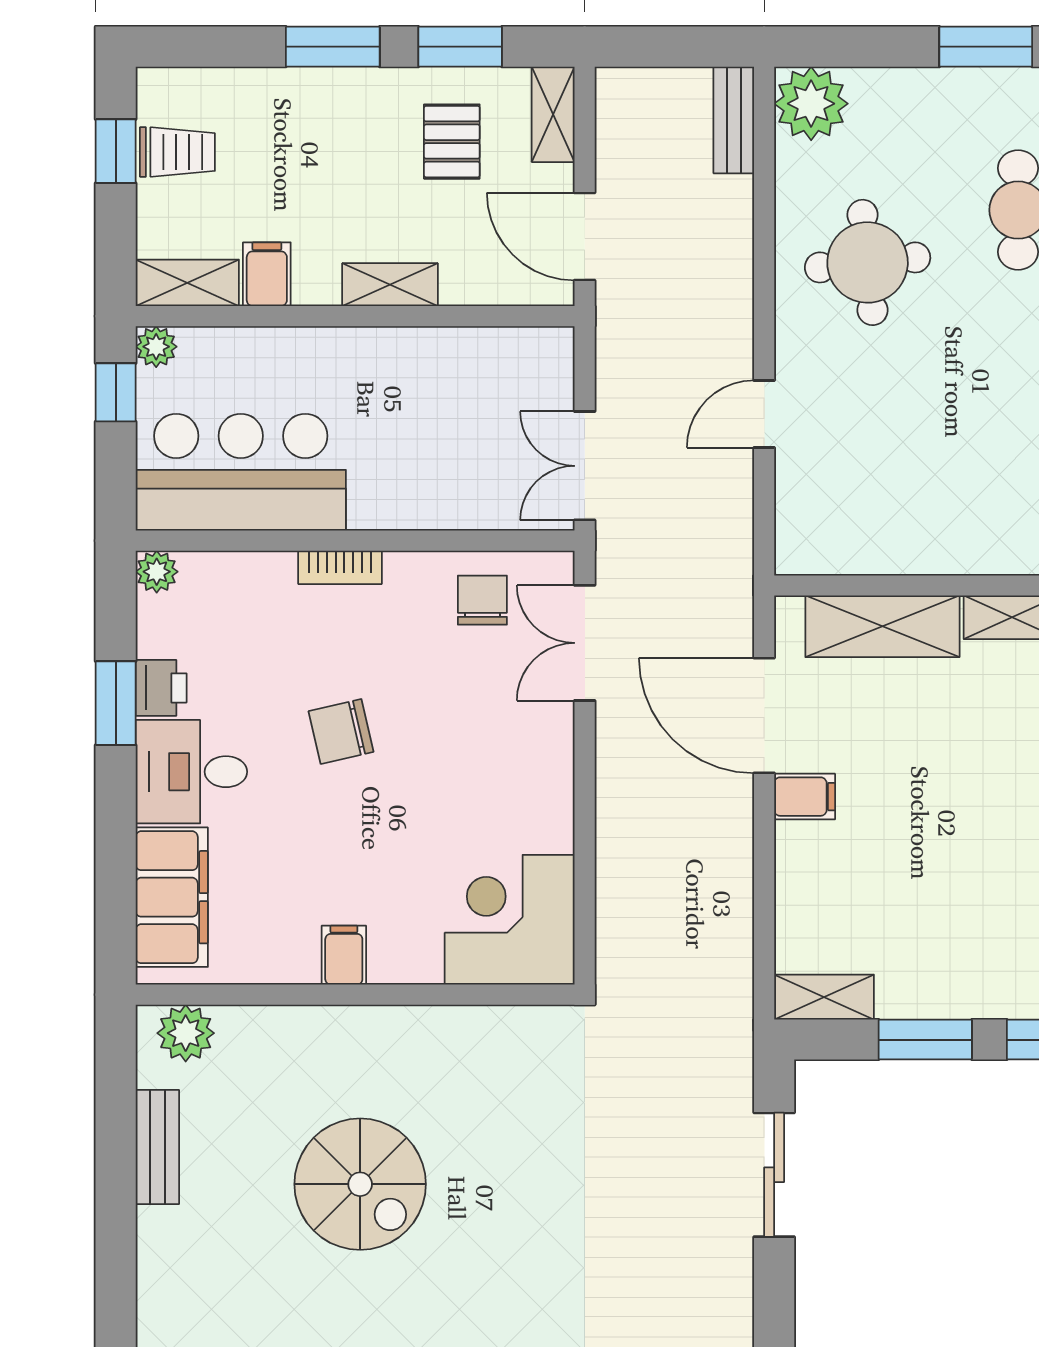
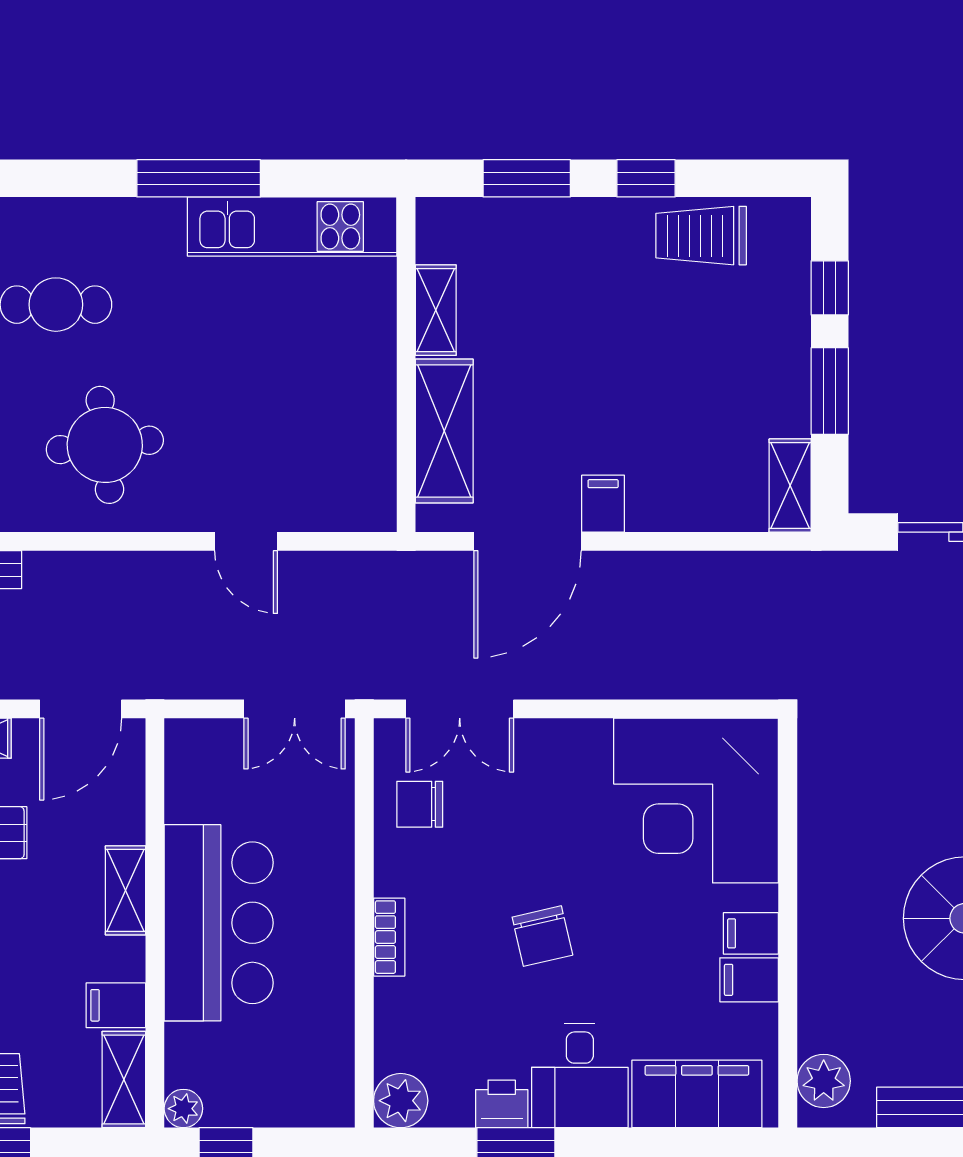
bar counter: (241, 472) -> (219, 923), moved, turned 180
plant: (157, 572) -> (401, 1101), width x1.38, depth x1.38
corner desk: (510, 920) -> (696, 801), width x1.36, depth x1.36
filing cabinet: (294, 953) -> (749, 980), added

